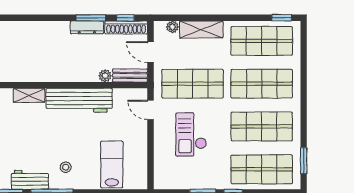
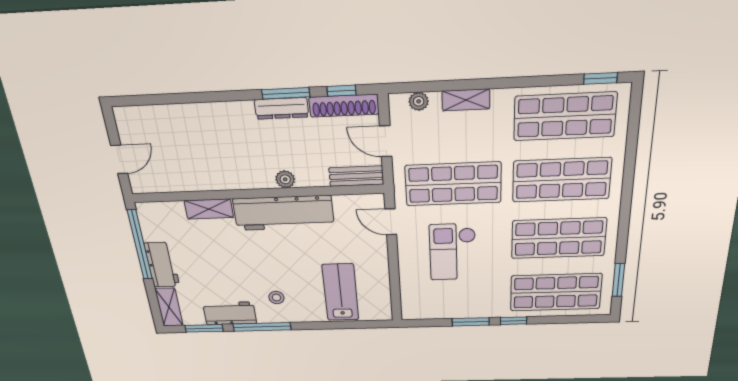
shelving: (201, 30) -> (466, 100), width x0.67, depth x0.75
plant: (105, 76) -> (285, 179), moved

